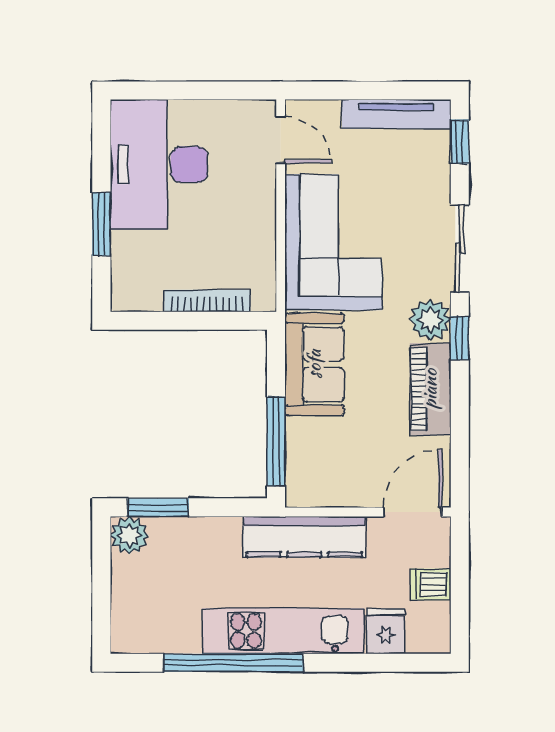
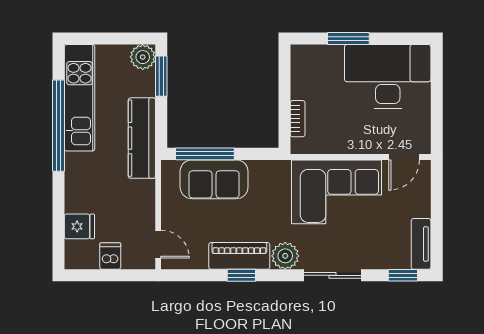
tv unit: (397, 114) -> (421, 244), width x0.71
bookcase: (207, 301) -> (298, 119), width x0.64
window: (460, 338) -> (241, 275), moved
sofa: (314, 364) -> (214, 179), moved
door: (412, 512) -> (158, 244), width x0.73
kitchen counter: (304, 537) -> (142, 138), moved
kitchen unit: (283, 631) -> (80, 98), moved

